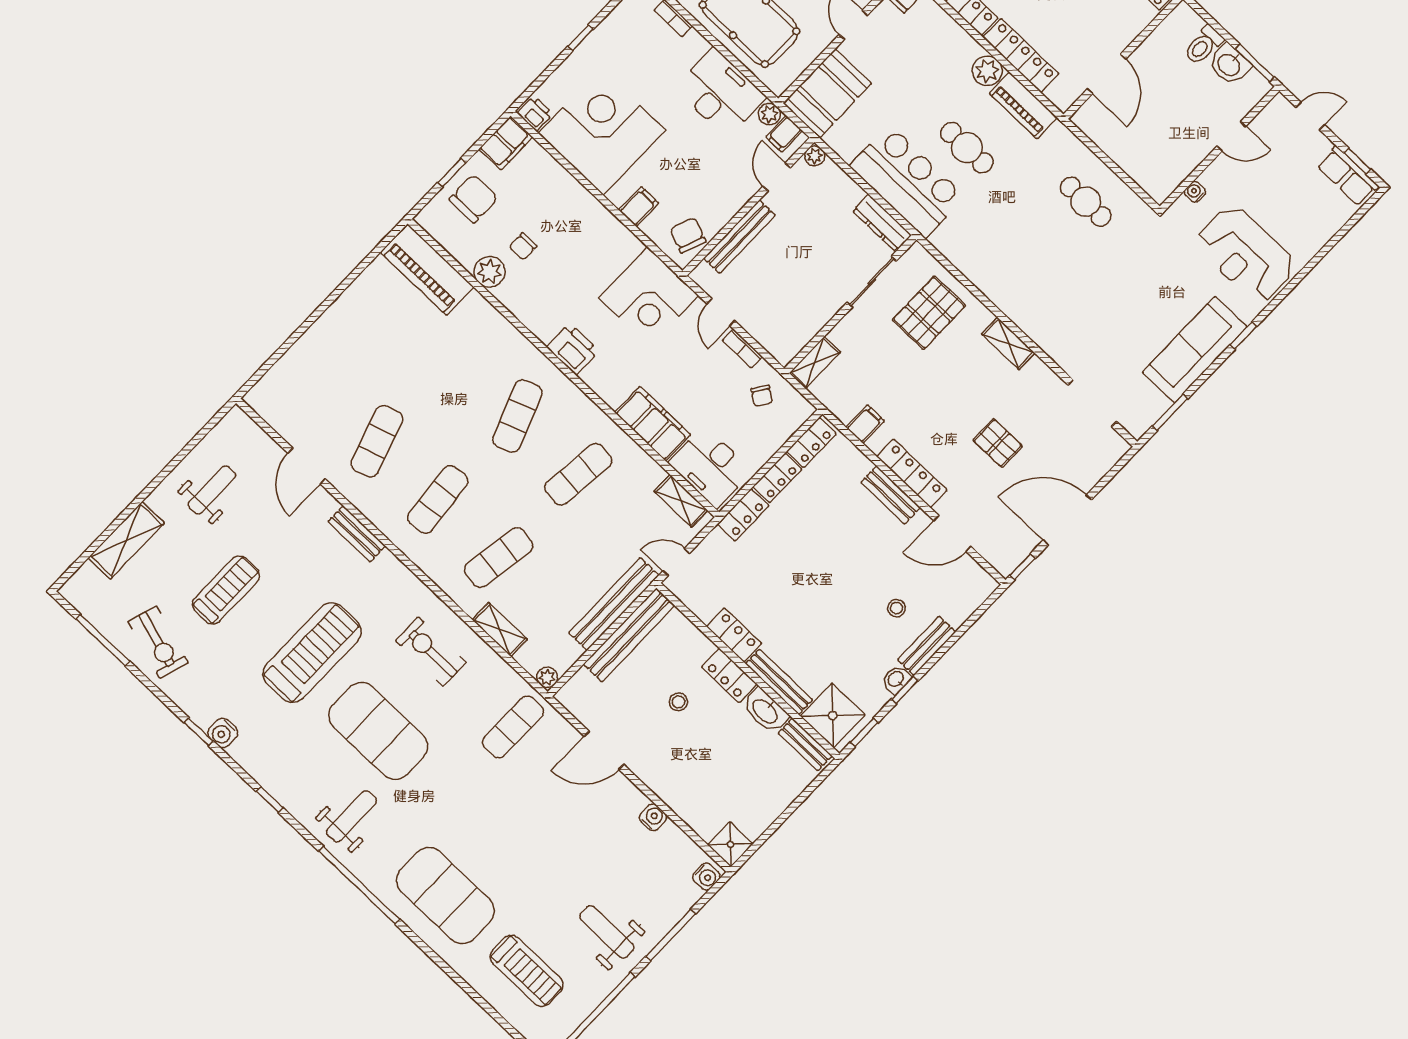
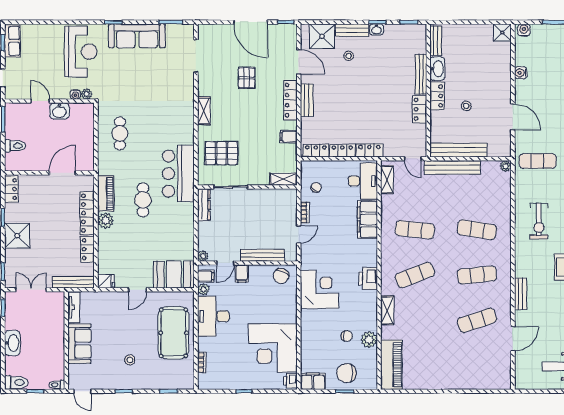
washbasin: (1229, 64) -> (59, 111), moved, turned 90
bar counter: (907, 181) -> (178, 174), moved
filing cabinet: (639, 207) -> (242, 274), moved, turned -90
plant: (1181, 208) -> (87, 94), added
corner desk: (649, 297) -> (320, 289), moved
shelving: (500, 630) -> (387, 310), moved
shower: (833, 716) -> (322, 36), moved

